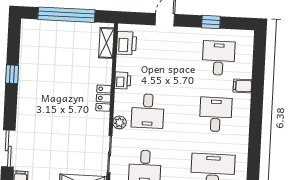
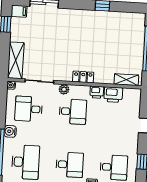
printer: (126, 43) -> (113, 95), moved
desk: (148, 111) -> (73, 112), turned 180

